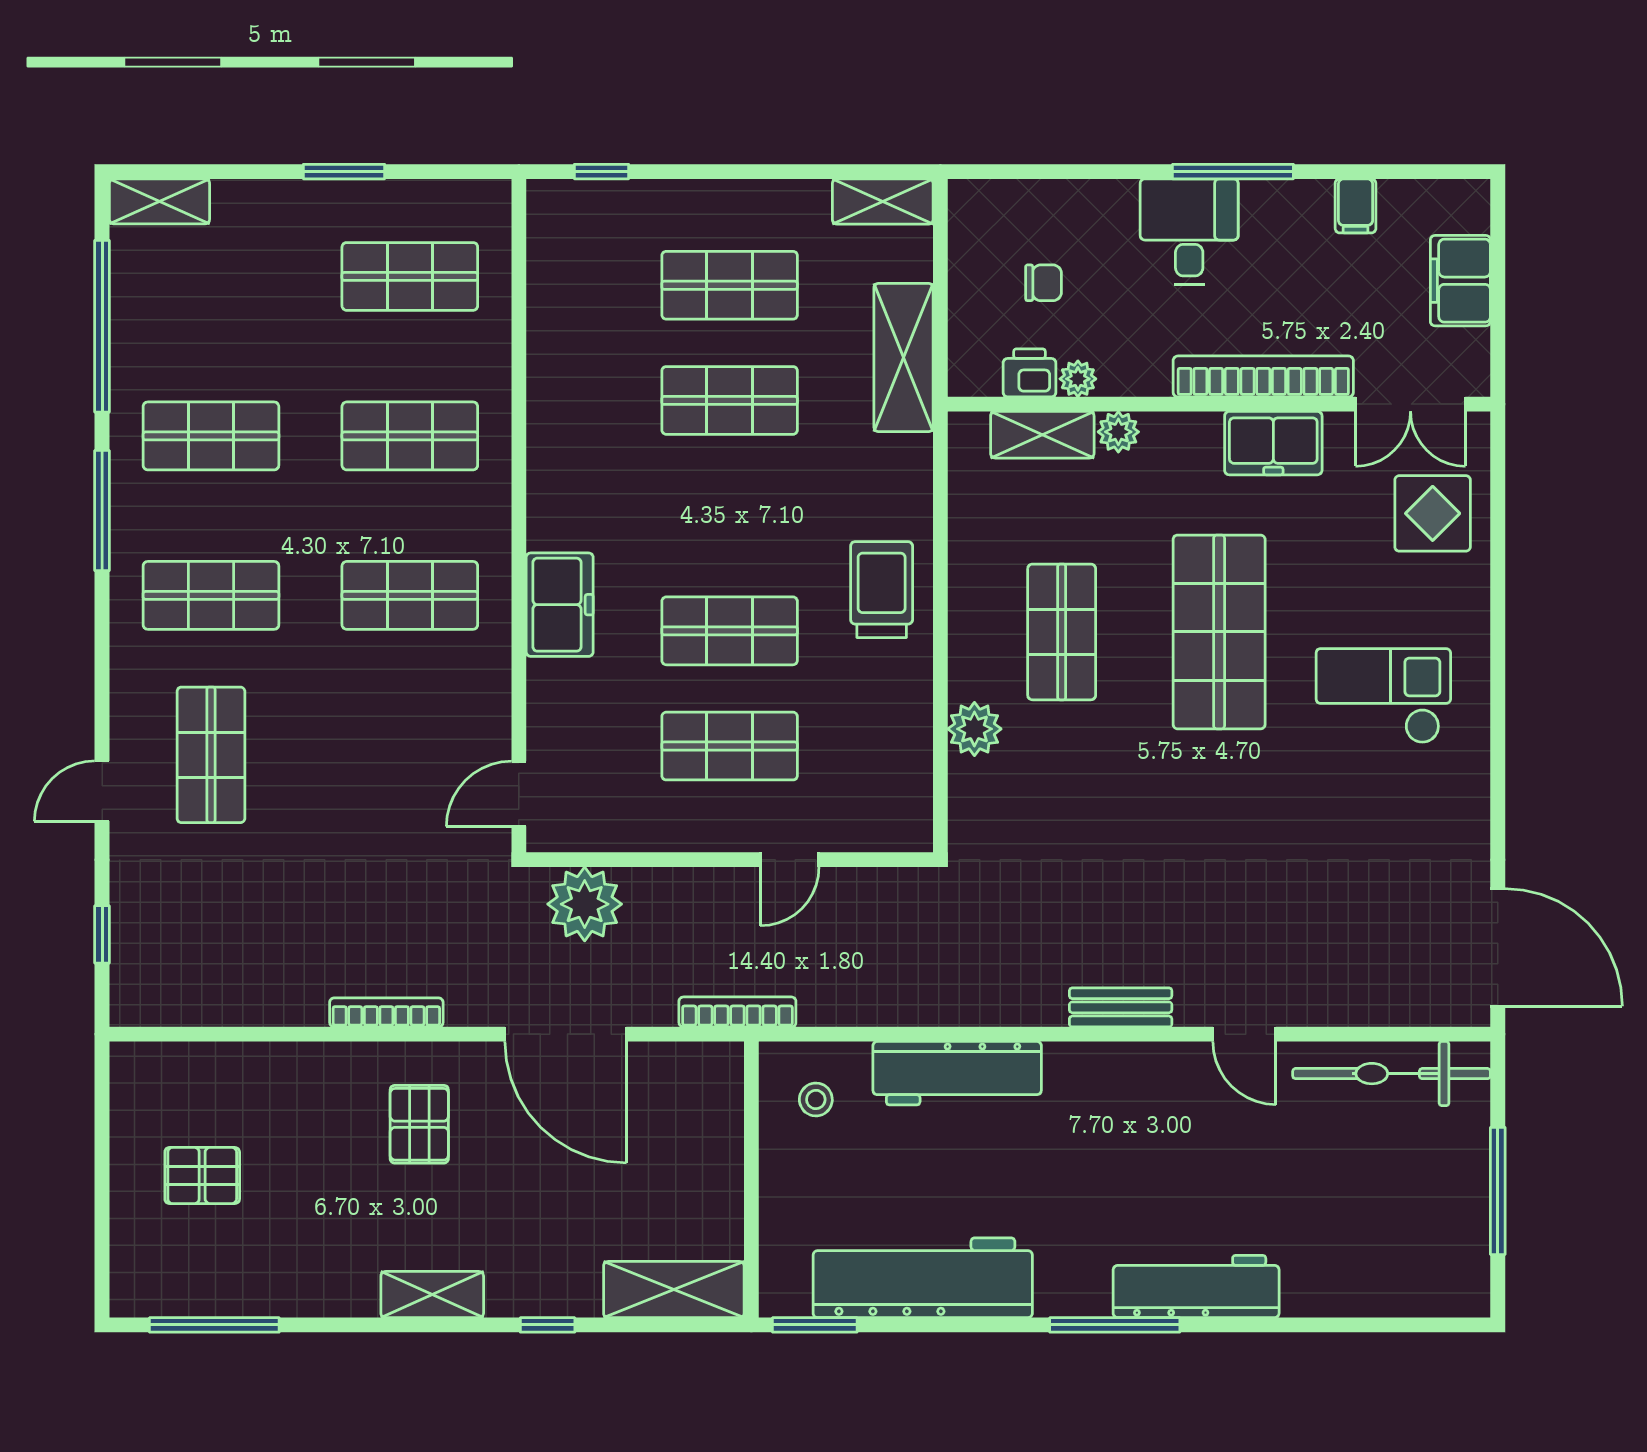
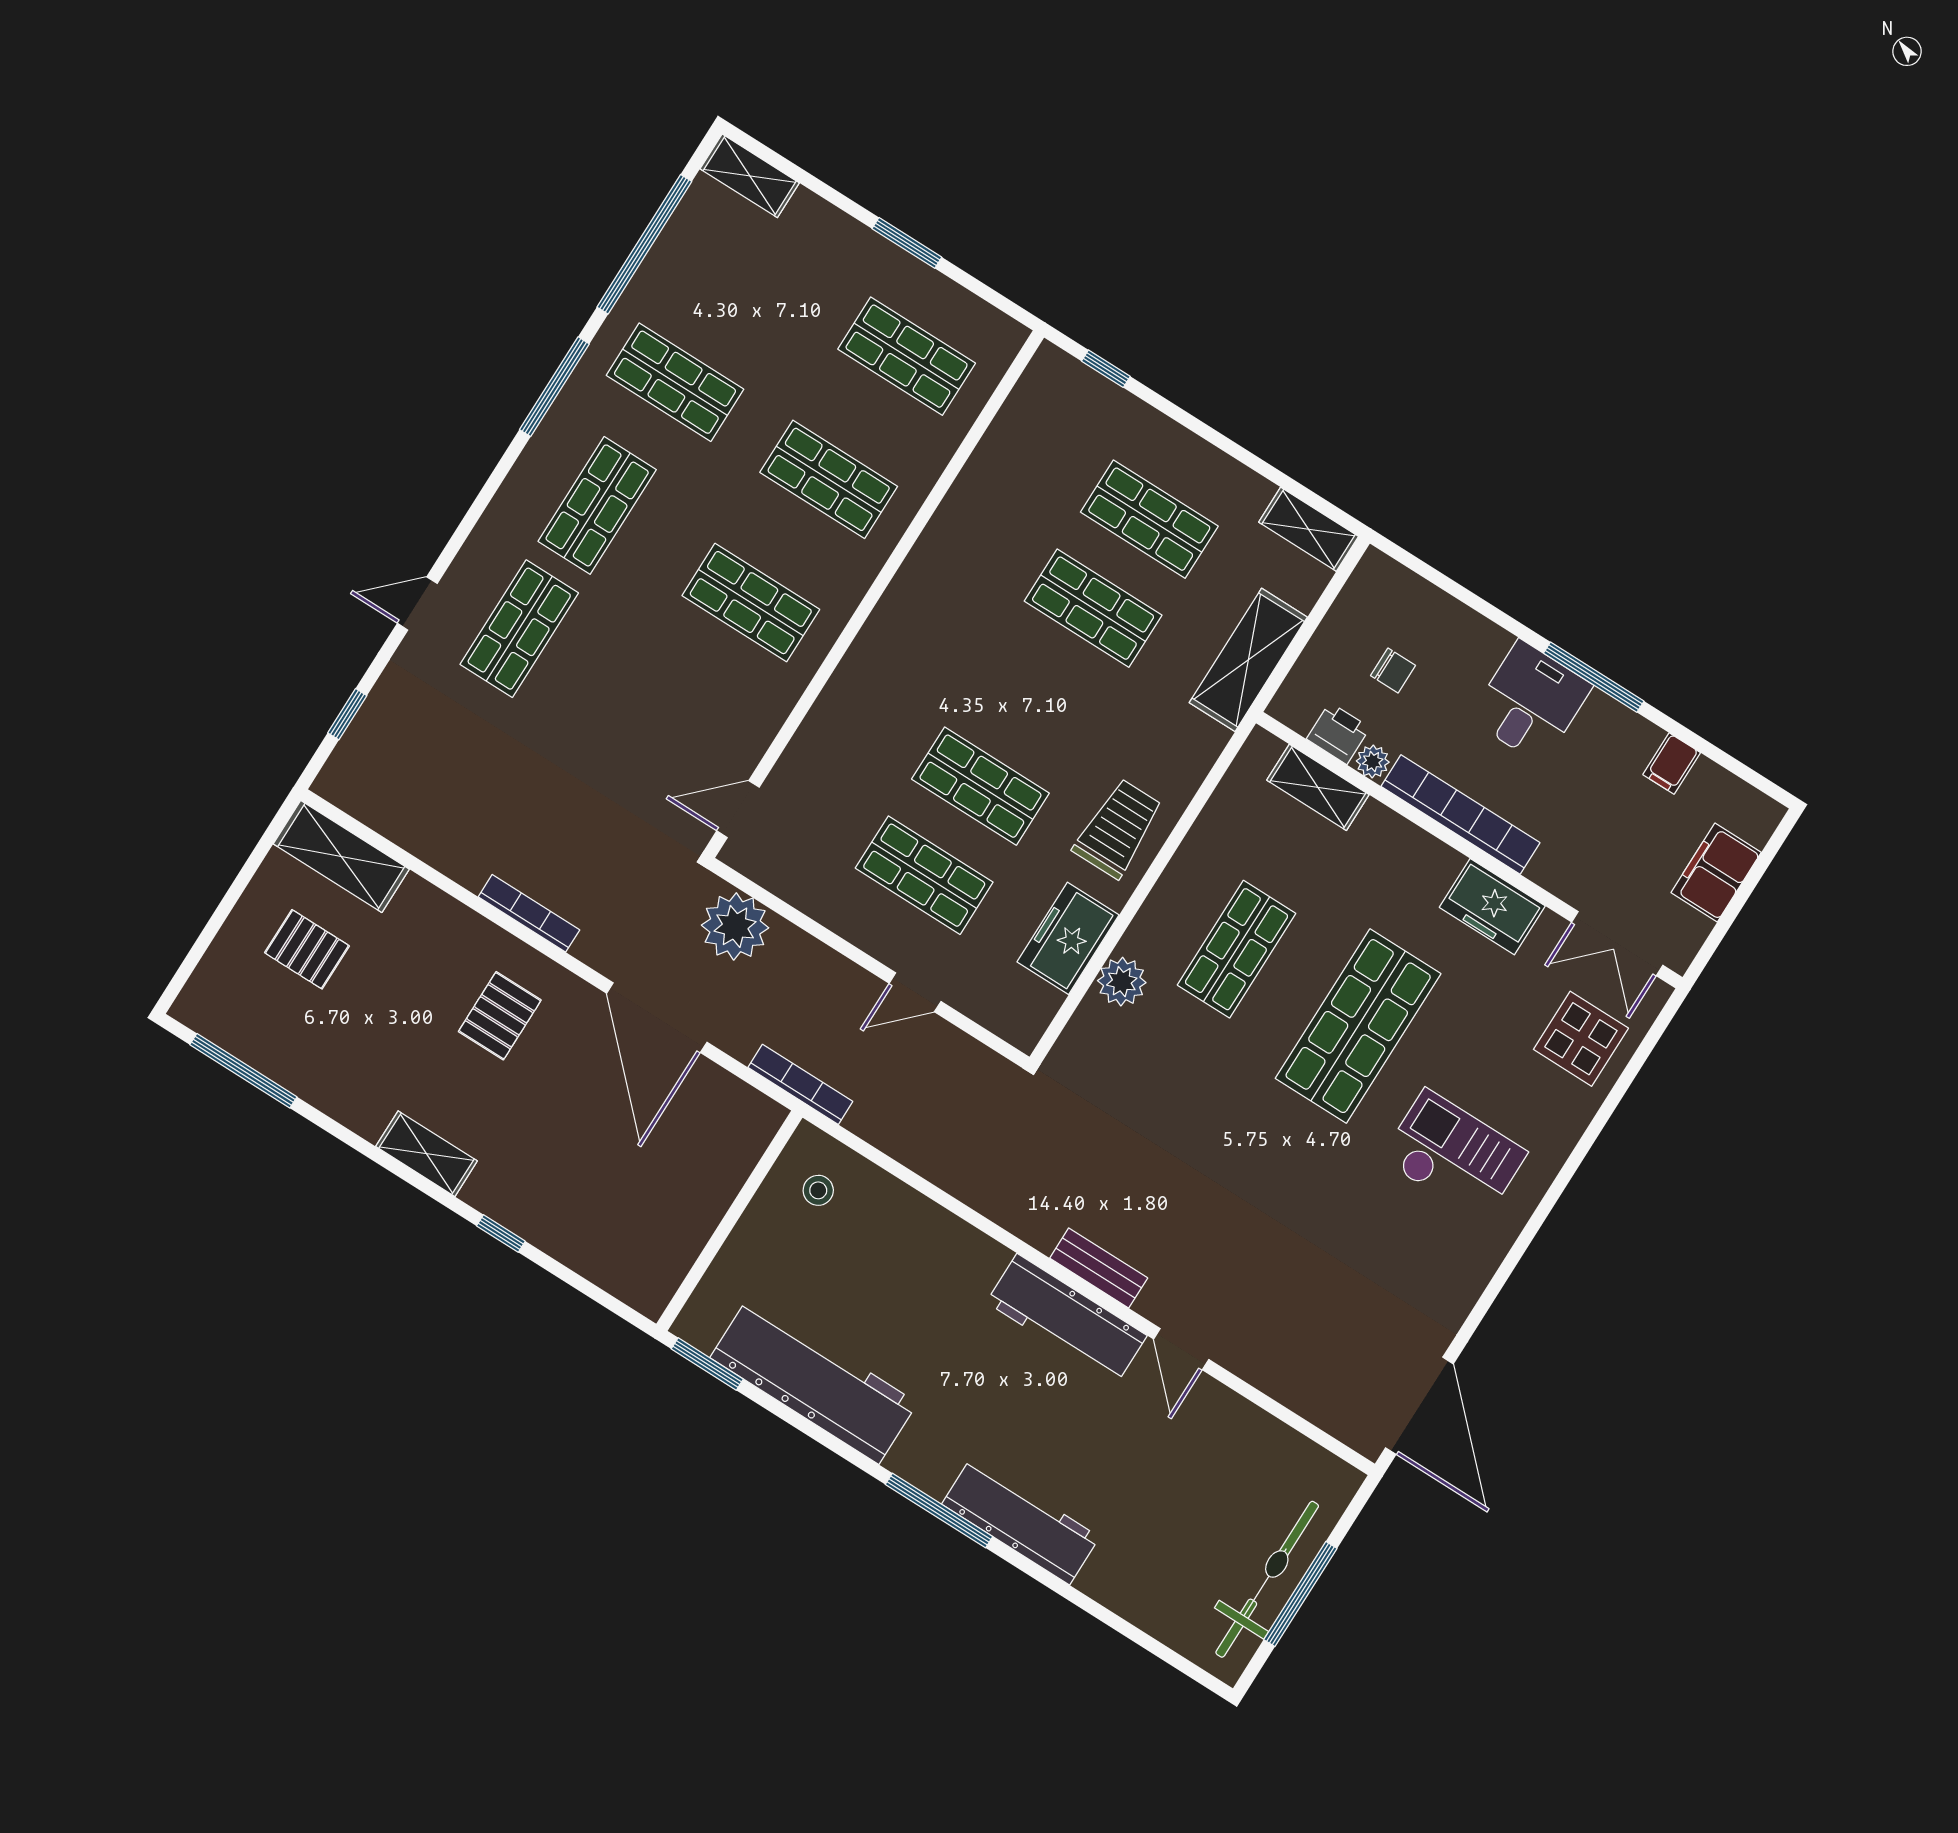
bookcase: (1263, 376) -> (1460, 814), moved
plant: (1118, 432) -> (1378, 822), removed
shop shelf: (211, 595) -> (597, 505), turned 90
freezer: (560, 605) -> (1068, 938), moved, turned 180
workbench: (957, 1073) -> (1067, 1319), moved
bicycle: (1392, 1074) -> (1267, 1579), moved, turned 90
shelving: (674, 1290) -> (341, 856), moved

